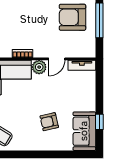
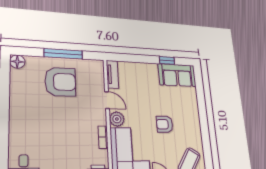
armchair: (72, 17) -> (60, 82), turned -90
armchair: (49, 122) -> (165, 124), moved, turned 103

